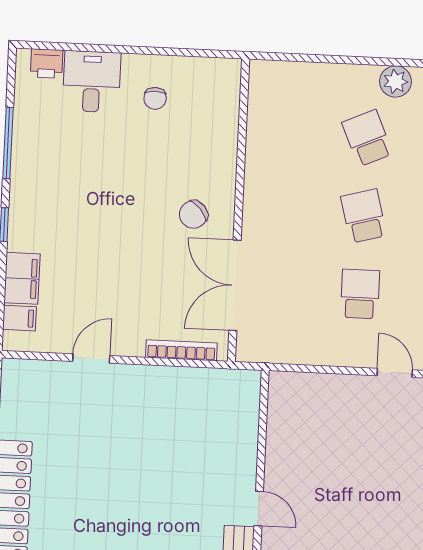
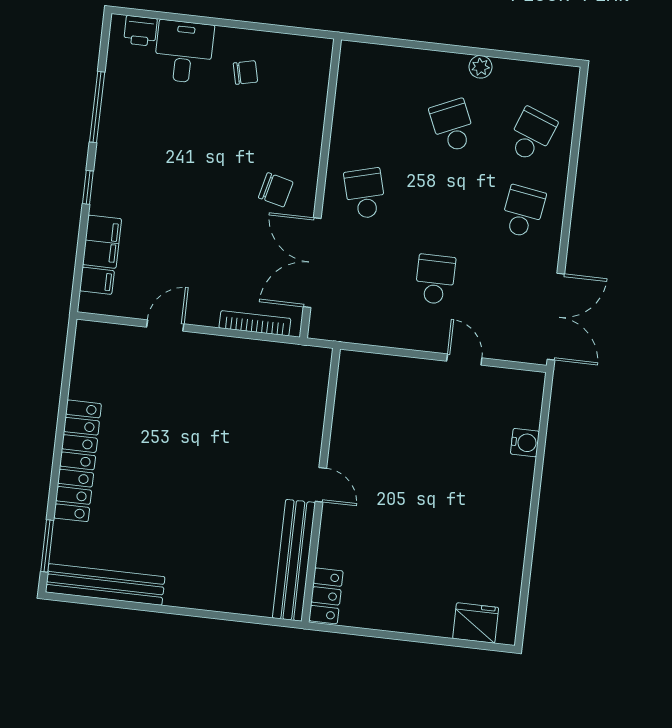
plant: (395, 81) -> (480, 67), width x0.73, depth x0.73
chair: (155, 98) -> (245, 72), turned -103
chair: (193, 214) -> (276, 190), turned -125
school desk: (364, 216) -> (365, 194), moved

